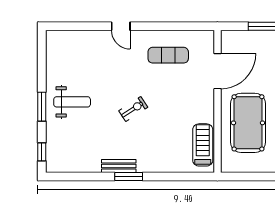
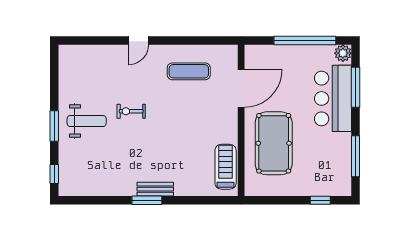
door: (121, 26) -> (138, 41), hinge flipped
exercise bike: (133, 109) -> (131, 111), moved, turned -147
bench: (119, 166) -> (155, 189), moved

